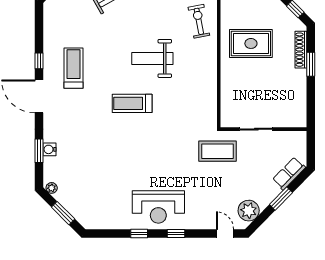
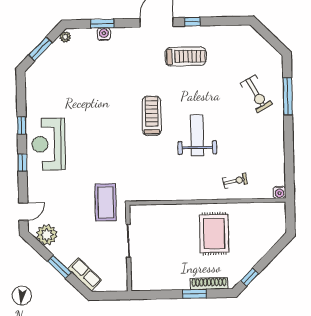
exercise bike: (199, 21) -> (235, 181), width x0.73, depth x0.72

